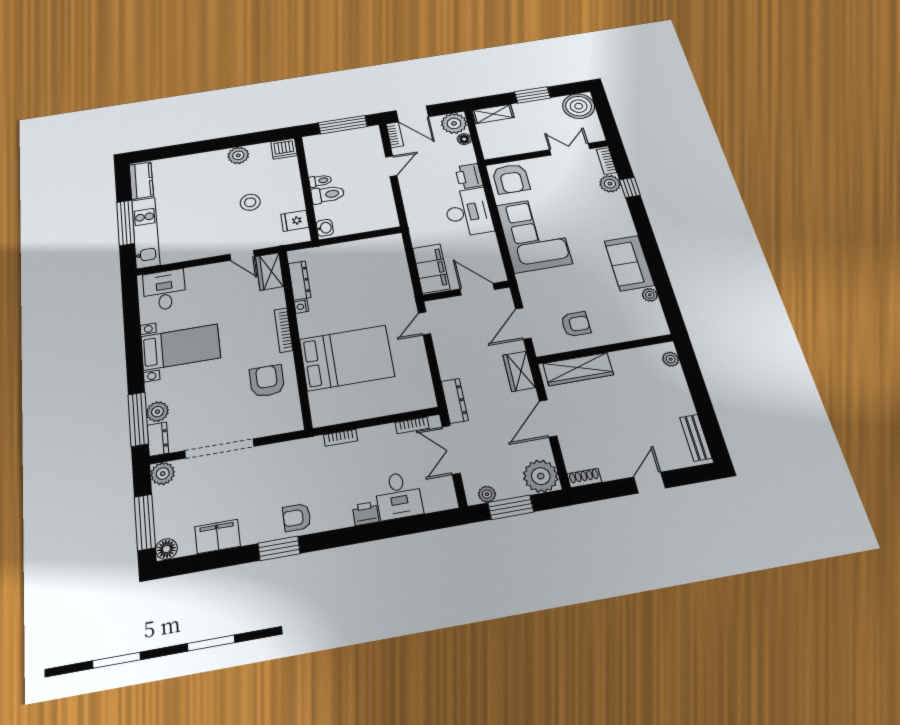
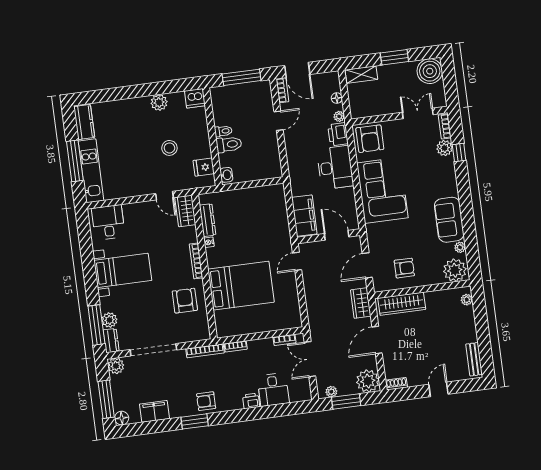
plant: (454, 123) -> (339, 116), moved, width x0.53, depth x0.53
plant: (647, 323) -> (455, 270), added
dresser: (455, 401) -> (315, 323), removed
bookcase: (295, 446) -> (205, 351), added

